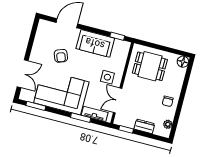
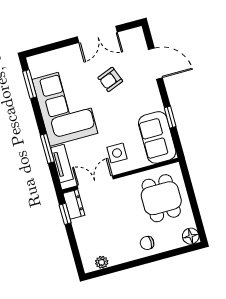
window: (117, 36) -> (170, 117), moved
sofa: (95, 43) -> (157, 137), moved
double door: (23, 74) -> (97, 34), moved
chair: (168, 101) -> (147, 243), moved
dresser: (144, 126) -> (74, 204), moved

